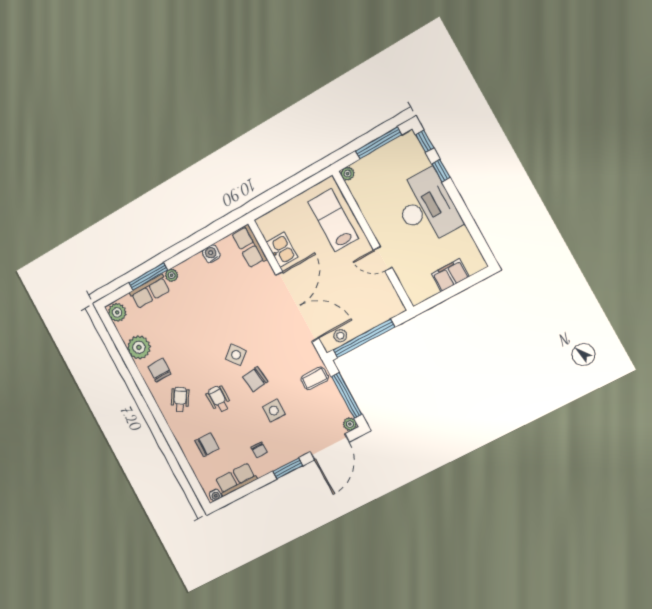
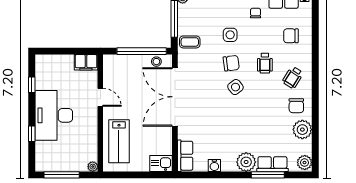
window: (425, 141) -> (32, 85), moved
kitchen sink: (282, 250) -> (161, 164), moved, turned 90
plant: (172, 275) -> (246, 162), width x1.88, depth x1.88
filing cabinet: (450, 275) -> (86, 62), moved

